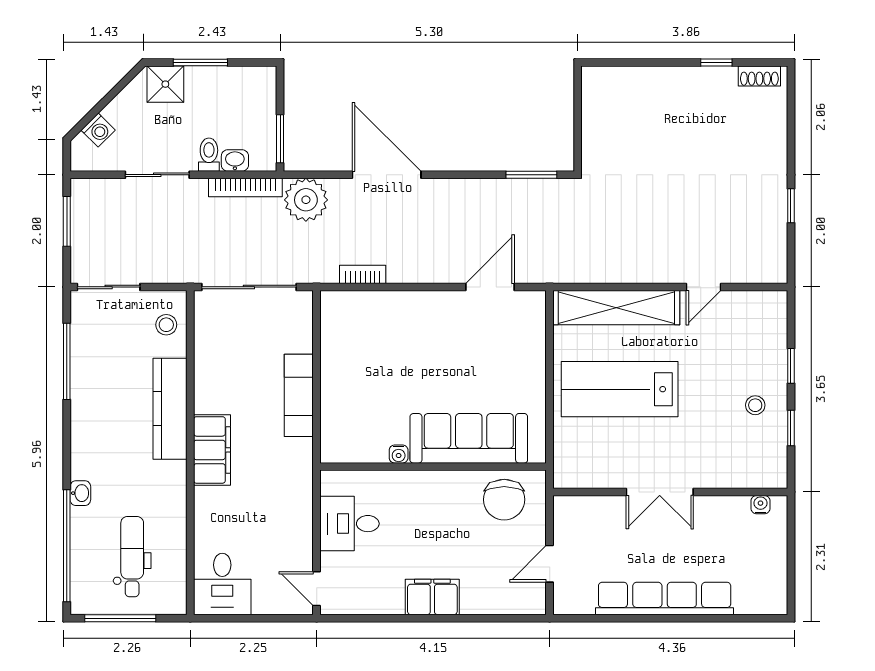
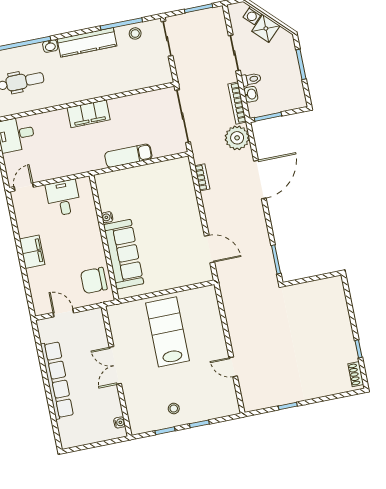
shower: (165, 84) -> (266, 28), moved, turned 45
shelving: (616, 308) -> (212, 321), removed
stool: (166, 325) -> (135, 33), moved
kitchen counter: (170, 409) -> (87, 42), moved, turned 180

